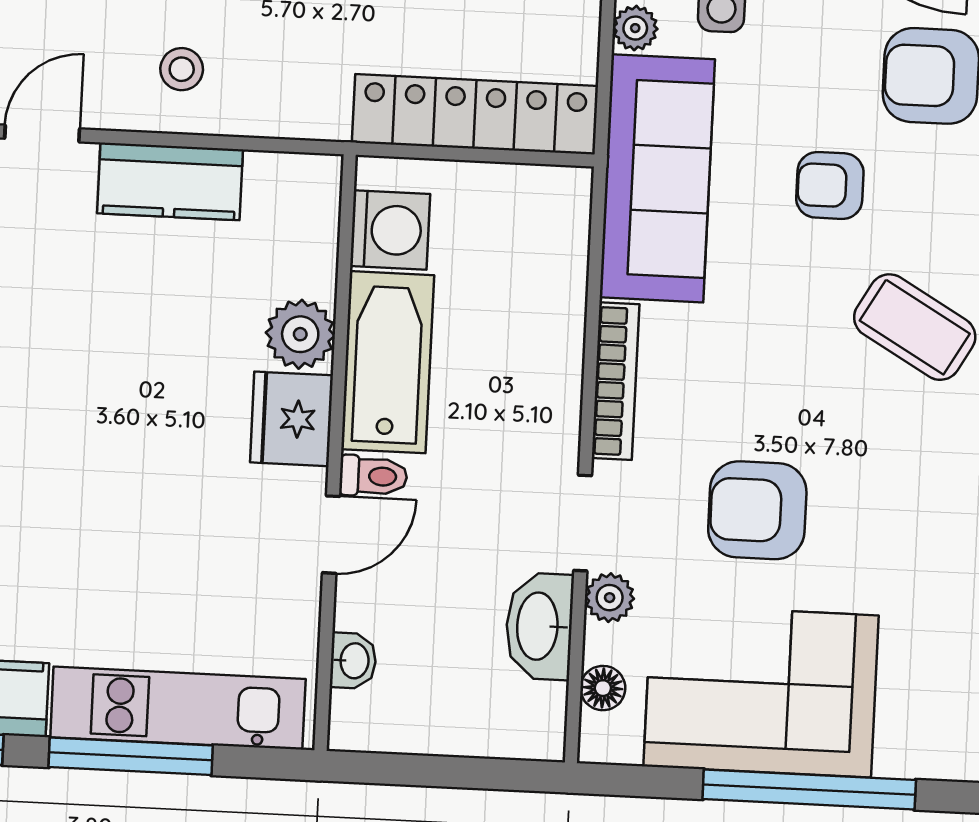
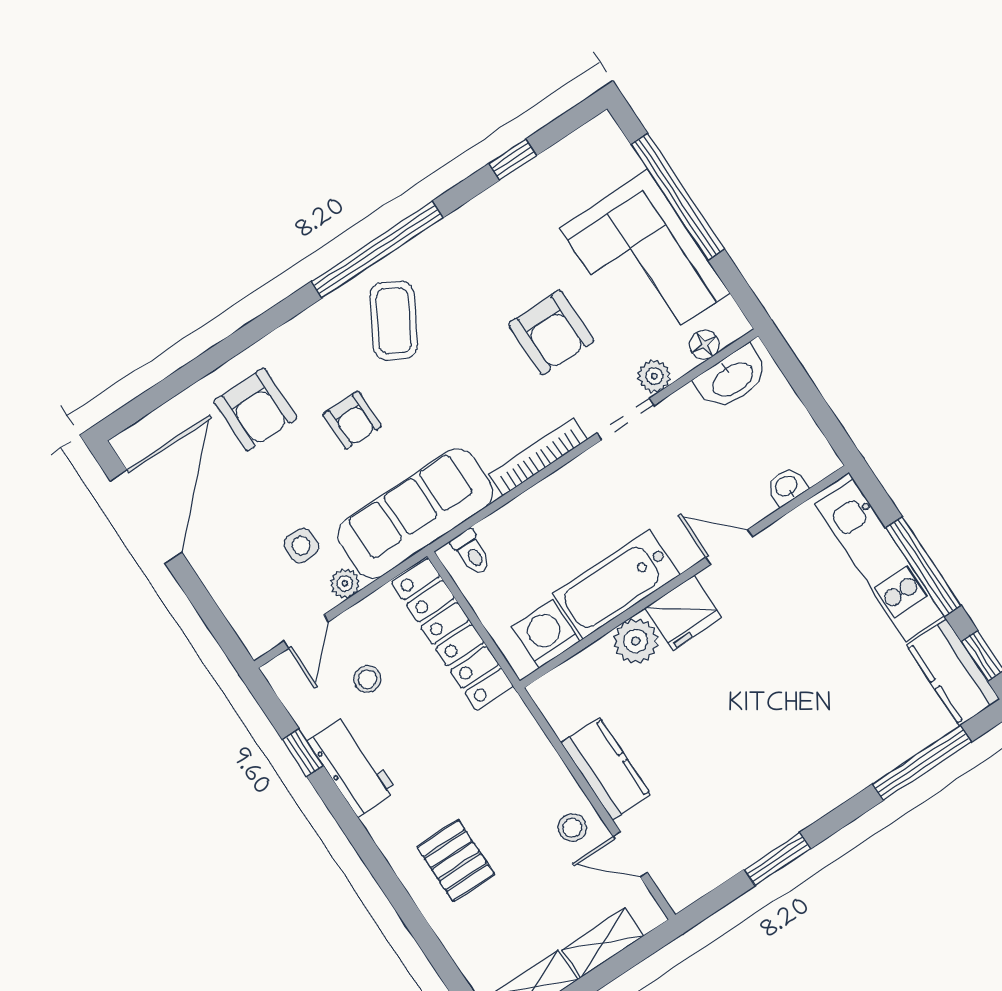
stool: (182, 69) -> (572, 828), moved
toilet: (373, 476) -> (472, 552), moved, turned 180
washbasin: (539, 626) -> (732, 378), moved

